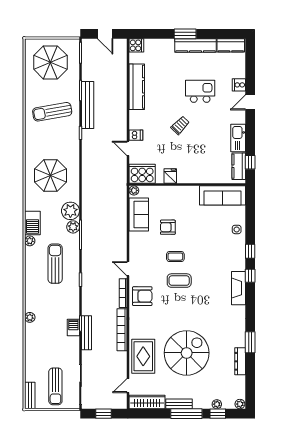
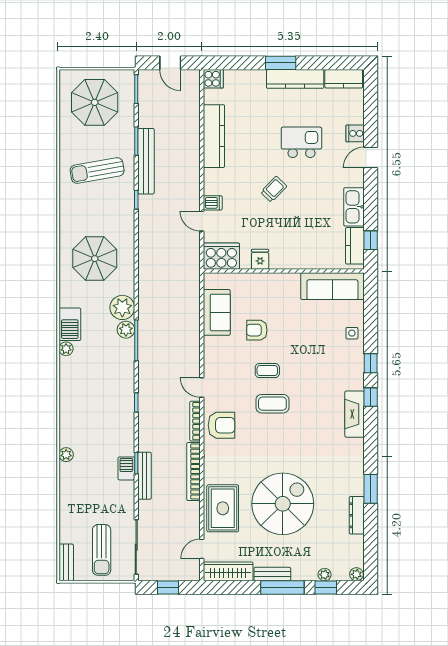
plant: (134, 190) -> (210, 279), removed
sun lounger: (55, 264) -> (101, 380), removed

